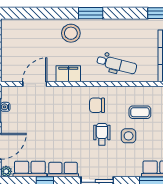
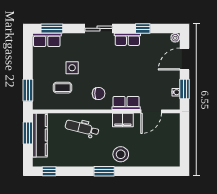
wheelchair: (102, 134) -> (95, 69), removed
row of seats: (30, 169) -> (126, 103), moved, turned 180

